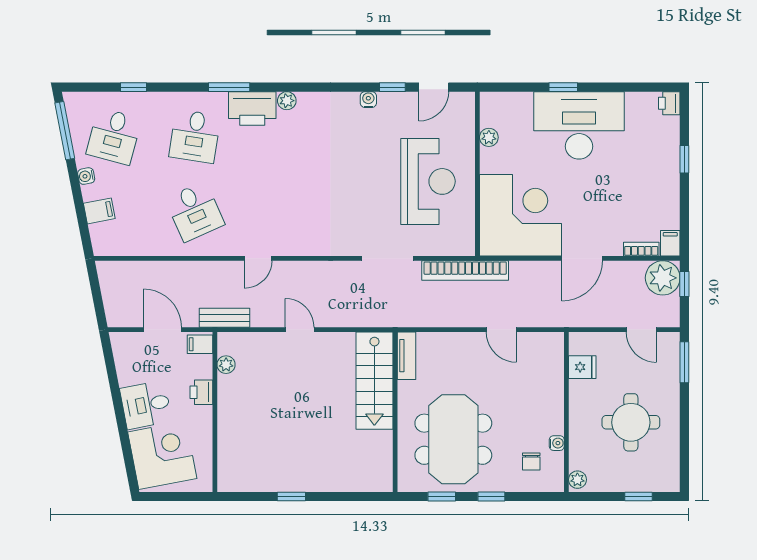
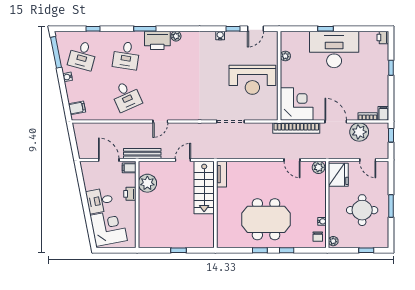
reception desk: (428, 181) -> (252, 80), turned 90
filing cabinet: (99, 211) -> (77, 108), moved
corner desk: (521, 215) -> (297, 104), width x0.74, depth x0.74
door: (582, 258) -> (336, 121), swing flipped
bookcase: (465, 270) -> (296, 128), moved
plant: (663, 278) -> (359, 132), moved
bench: (224, 318) -> (142, 154), width x1.36
door: (300, 330) -> (183, 160), hinge flipped
plant: (550, 343) -> (319, 167), added
tv unit: (406, 356) -> (221, 174), moved
window: (684, 362) -> (391, 206), moved
plant: (226, 365) -> (147, 183), width x1.88, depth x1.88
fridge: (582, 367) -> (338, 175), width x1.88, depth x1.34
stairs: (374, 381) -> (204, 188), moved
wall: (395, 412) -> (215, 205), moved
meeting table: (453, 439) -> (266, 219), turned 90
chair: (531, 461) -> (318, 237), moved

